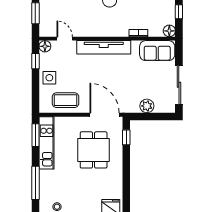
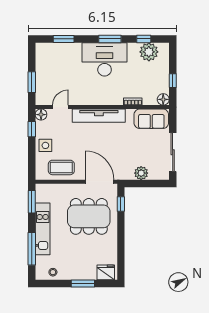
door: (65, 39) -> (60, 107), hinge flipped
kitchen unit: (47, 143) -> (43, 229), moved
dining table: (94, 150) -> (89, 216), width x1.38

